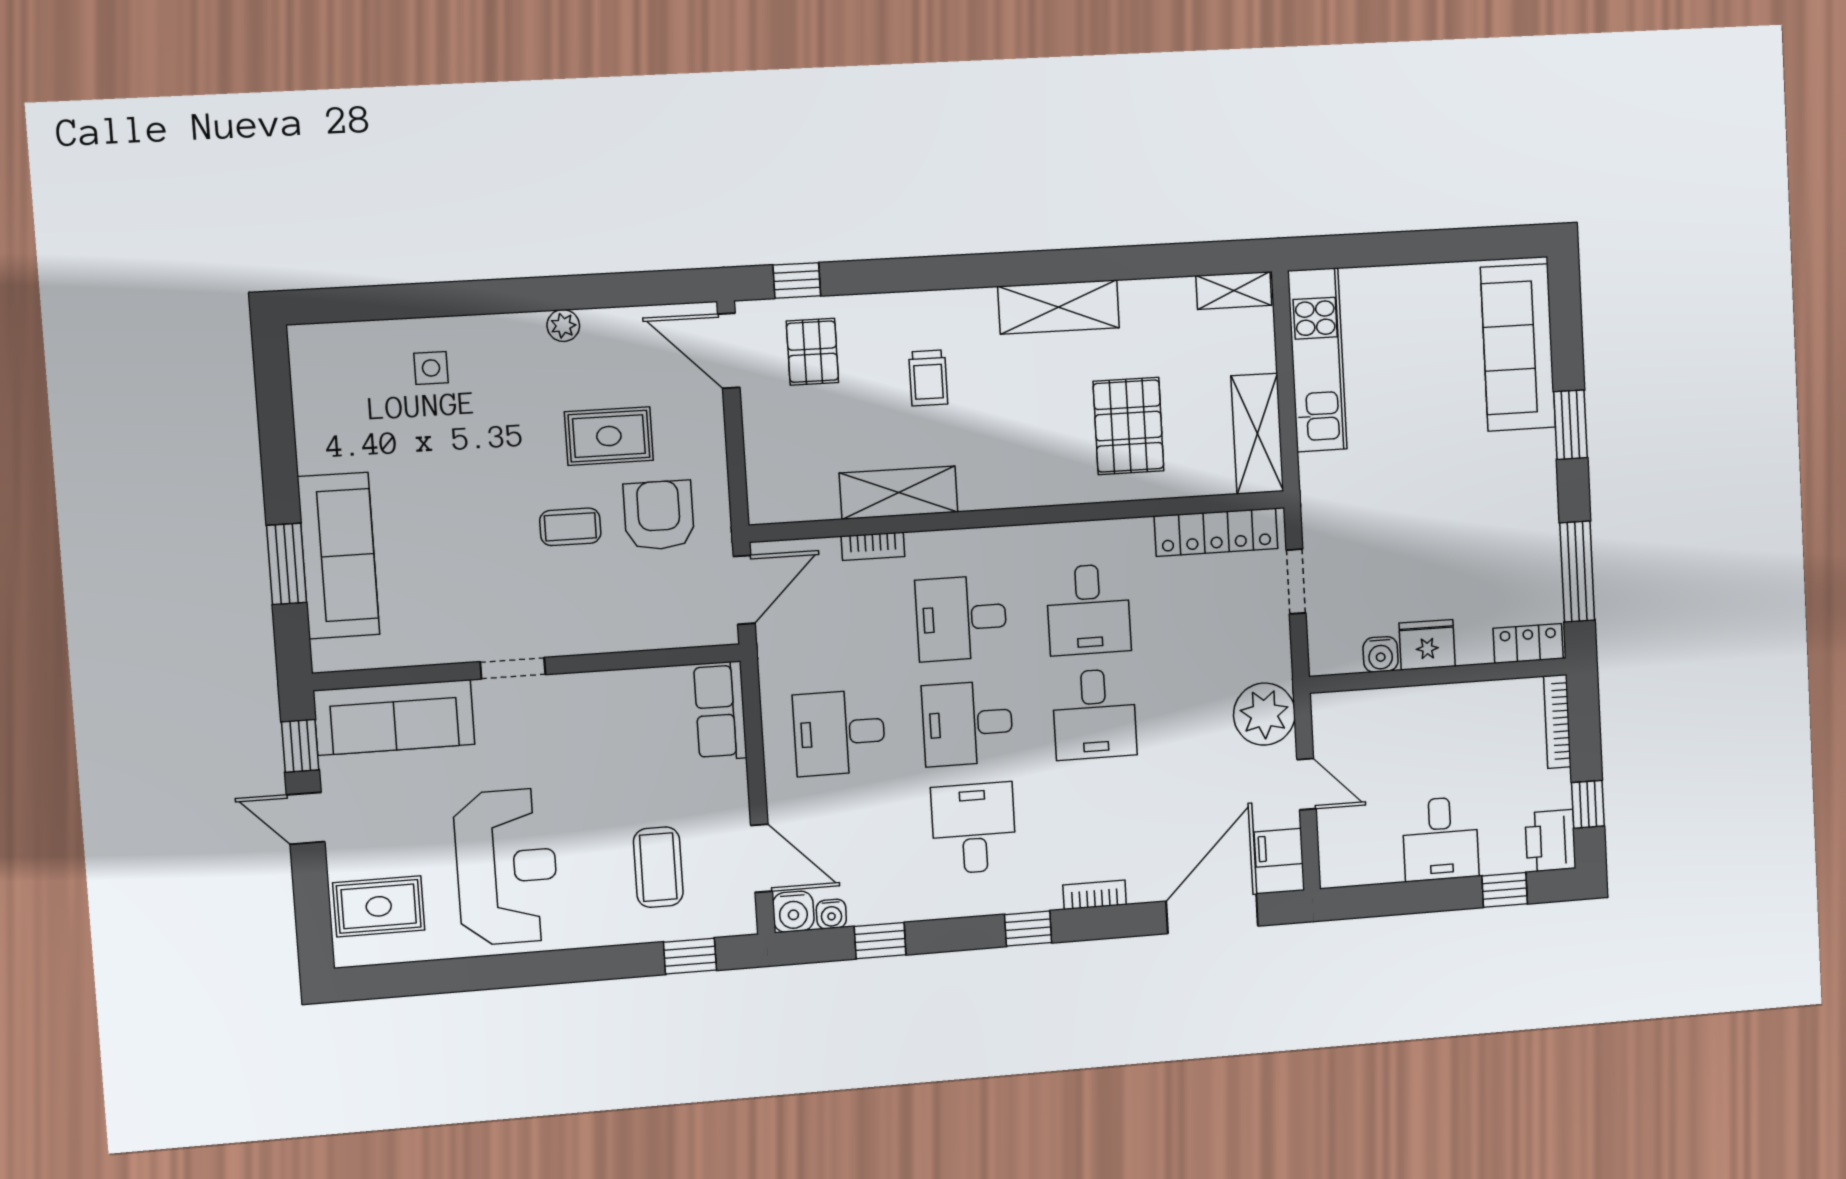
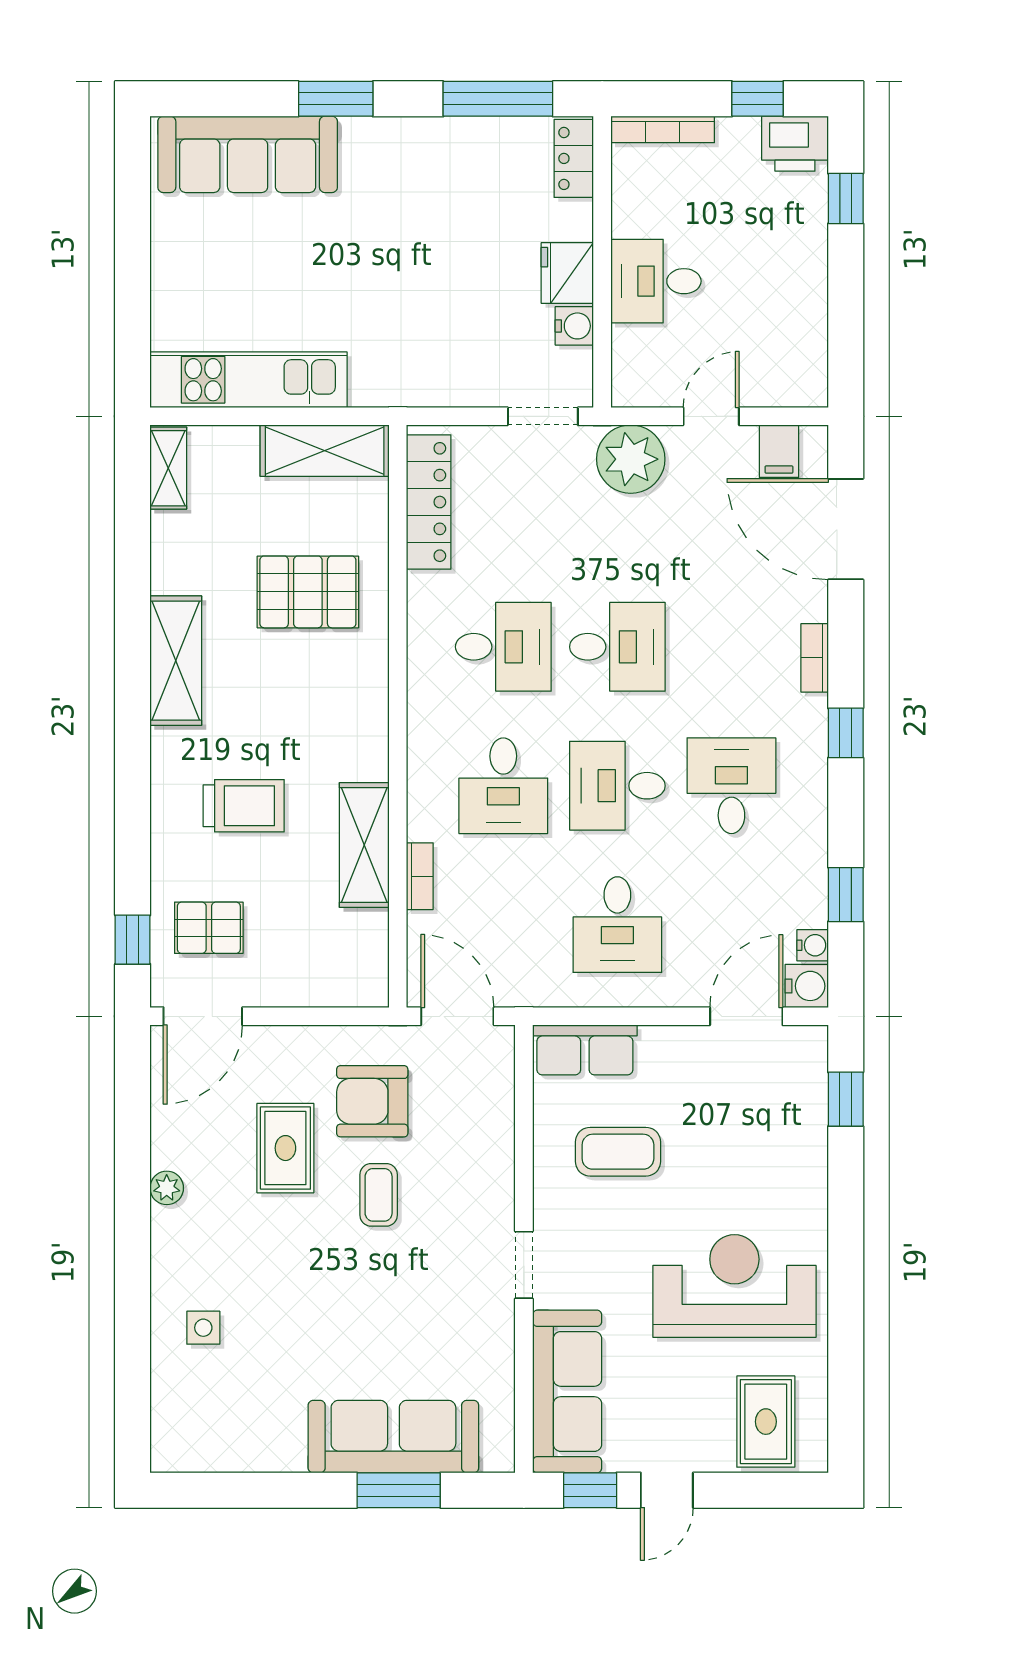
trolley: (928, 378) -> (244, 806), width x1.36, depth x1.39
doorway: (1296, 581) -> (543, 416), moved
desk: (968, 723) -> (617, 786), turned 90
desk: (974, 828) -> (731, 786), turned 90
desk: (1441, 839) -> (656, 281), moved, turned 180
coffee table: (658, 867) -> (618, 1152), moved

